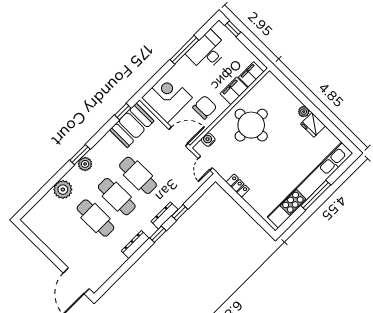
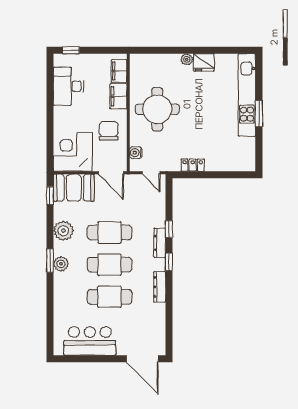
window: (184, 50) -> (50, 103), removed
booth: (132, 125) -> (74, 188), moved, turned 90
door: (178, 137) -> (111, 173), swing flipped
kitchen unit: (310, 185) -> (247, 95), width x0.73
plant: (63, 190) -> (63, 231), moved
window: (316, 195) -> (259, 114), width x0.69
bar counter: (53, 234) -> (90, 341), added

